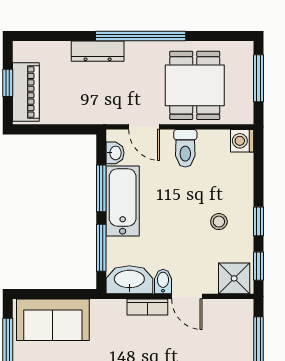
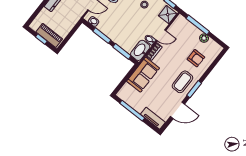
bathtub: (123, 201) -> (112, 32), removed
sofa: (53, 320) -> (143, 75), moved

